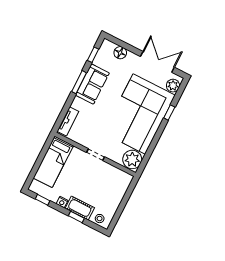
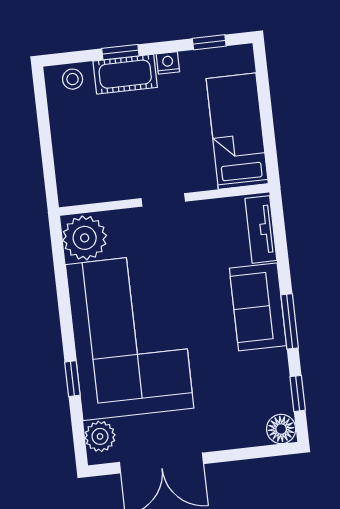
floor lamp: (120, 53) -> (281, 429), moved
sofa: (92, 84) -> (258, 307), moved

